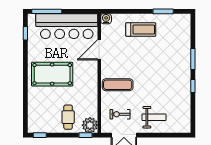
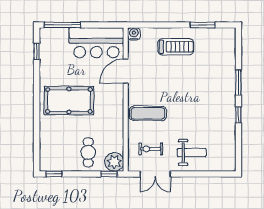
bar counter: (67, 26) -> (96, 43), width x0.73

